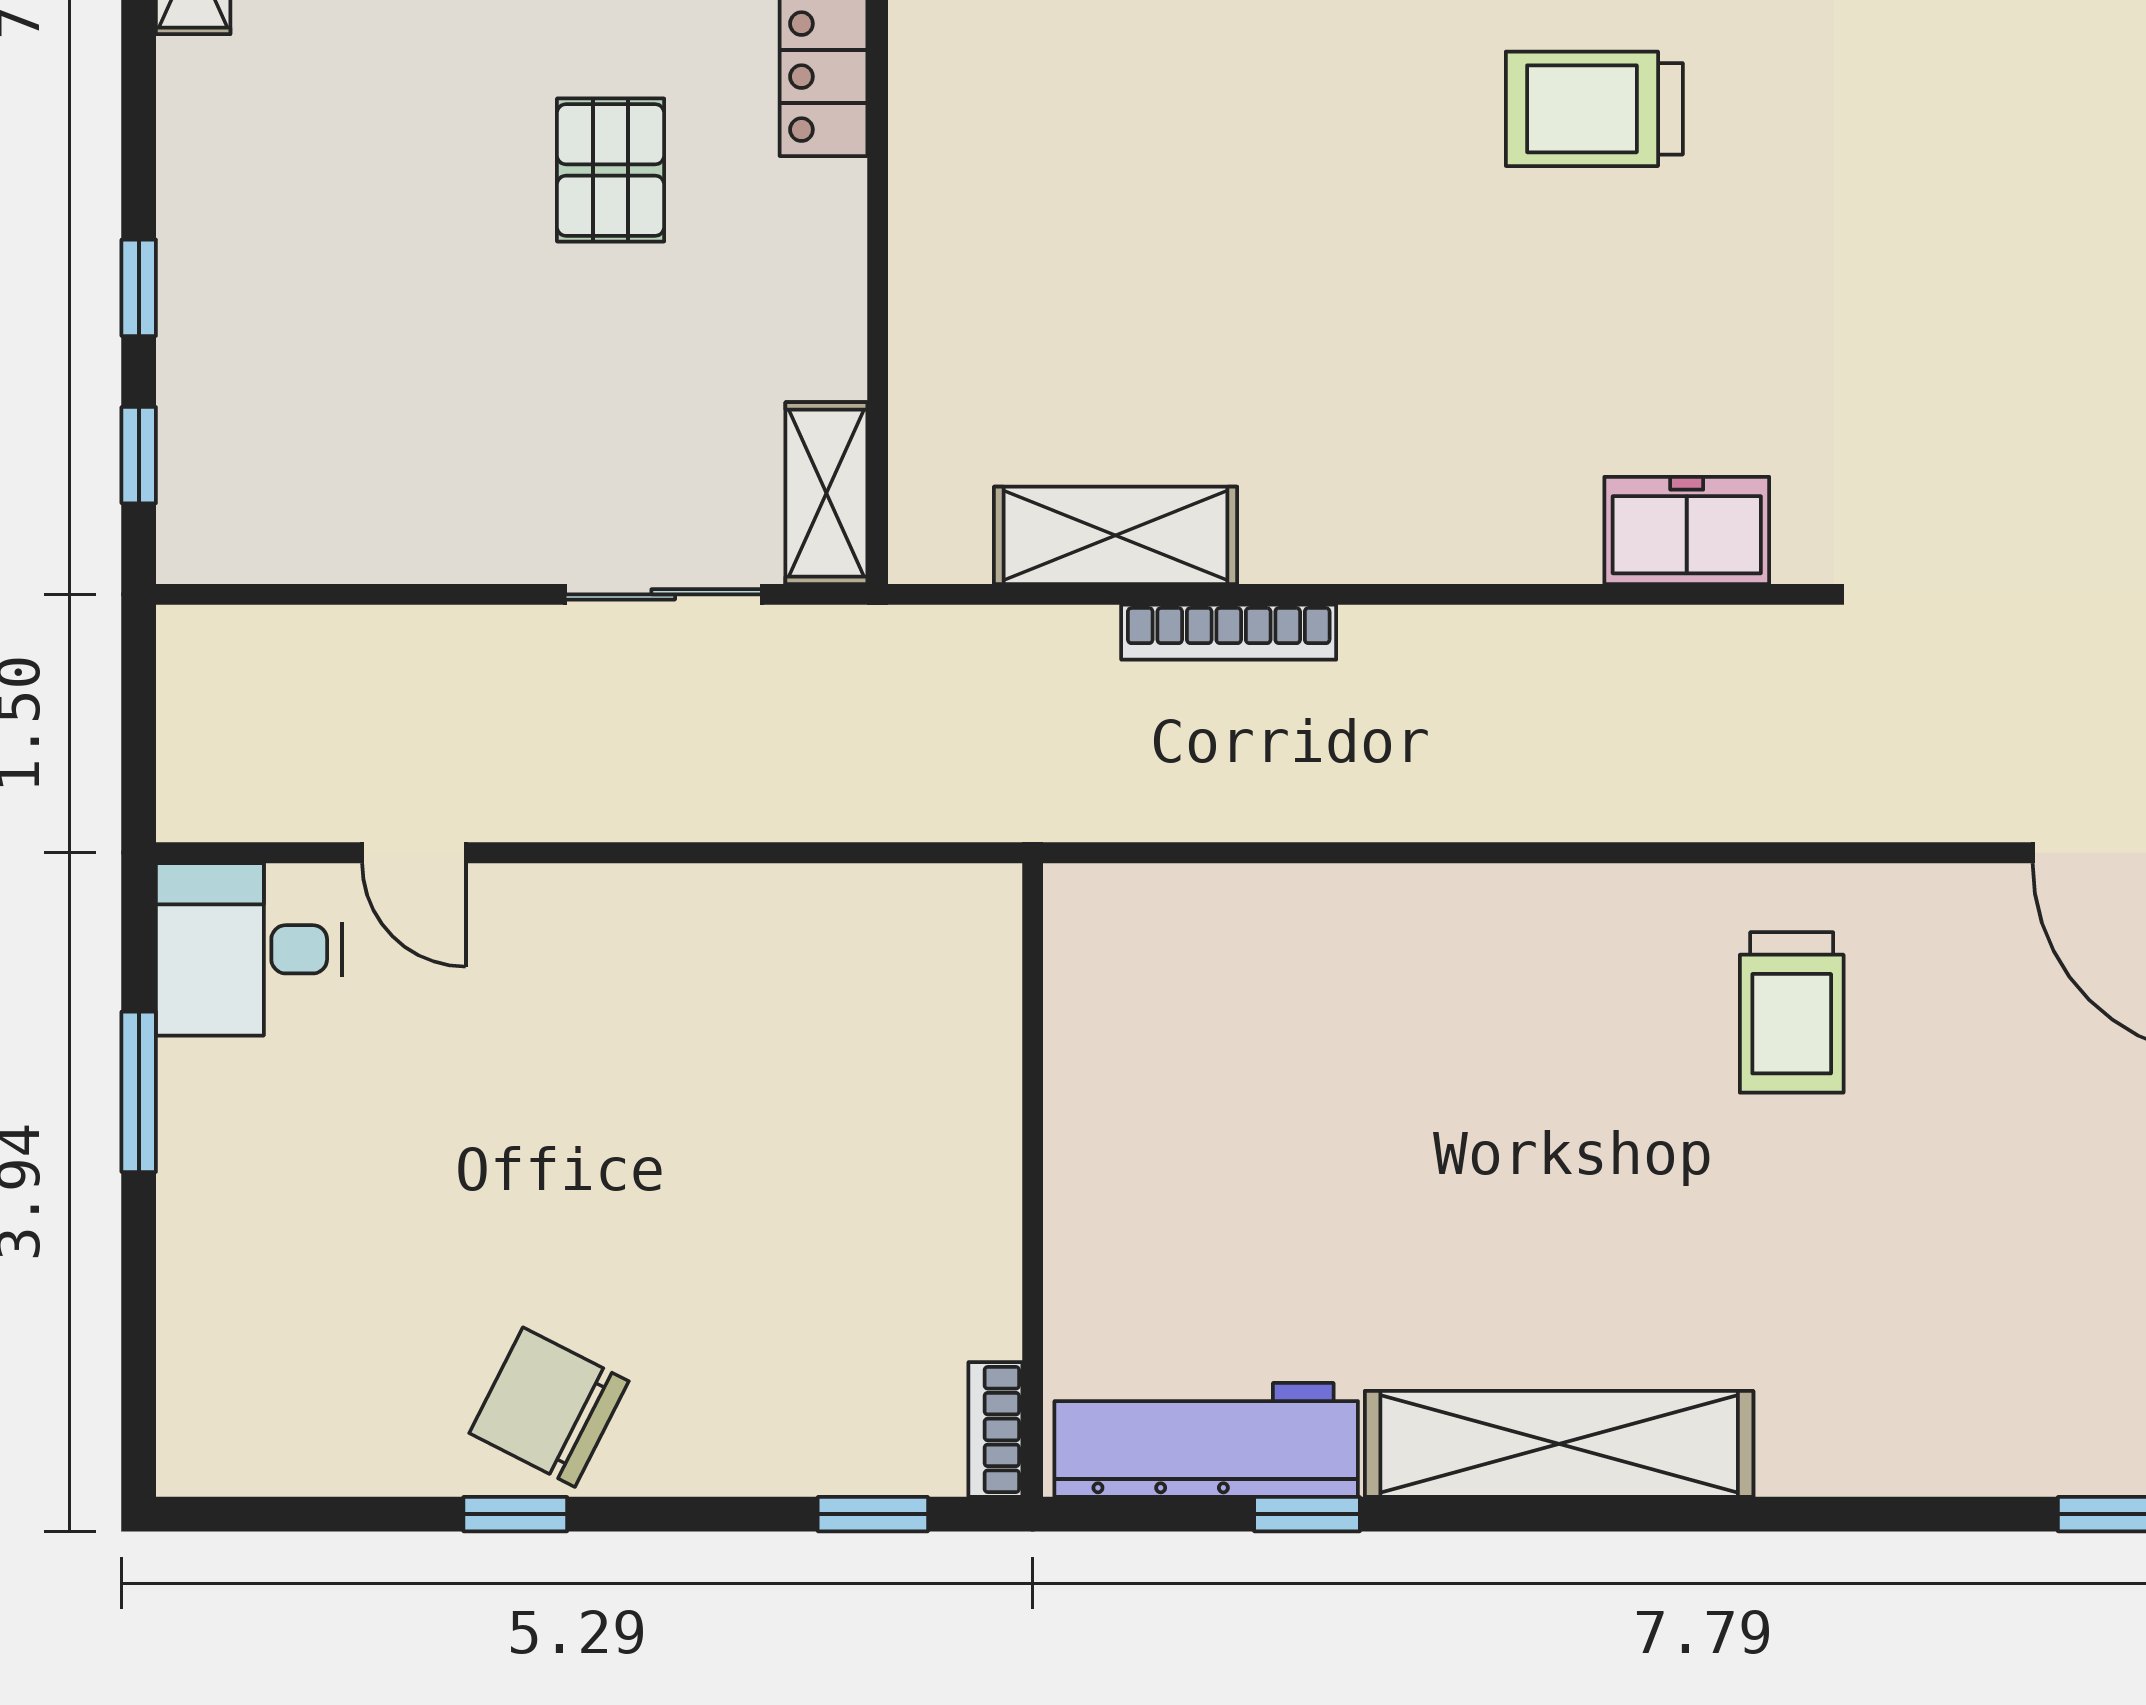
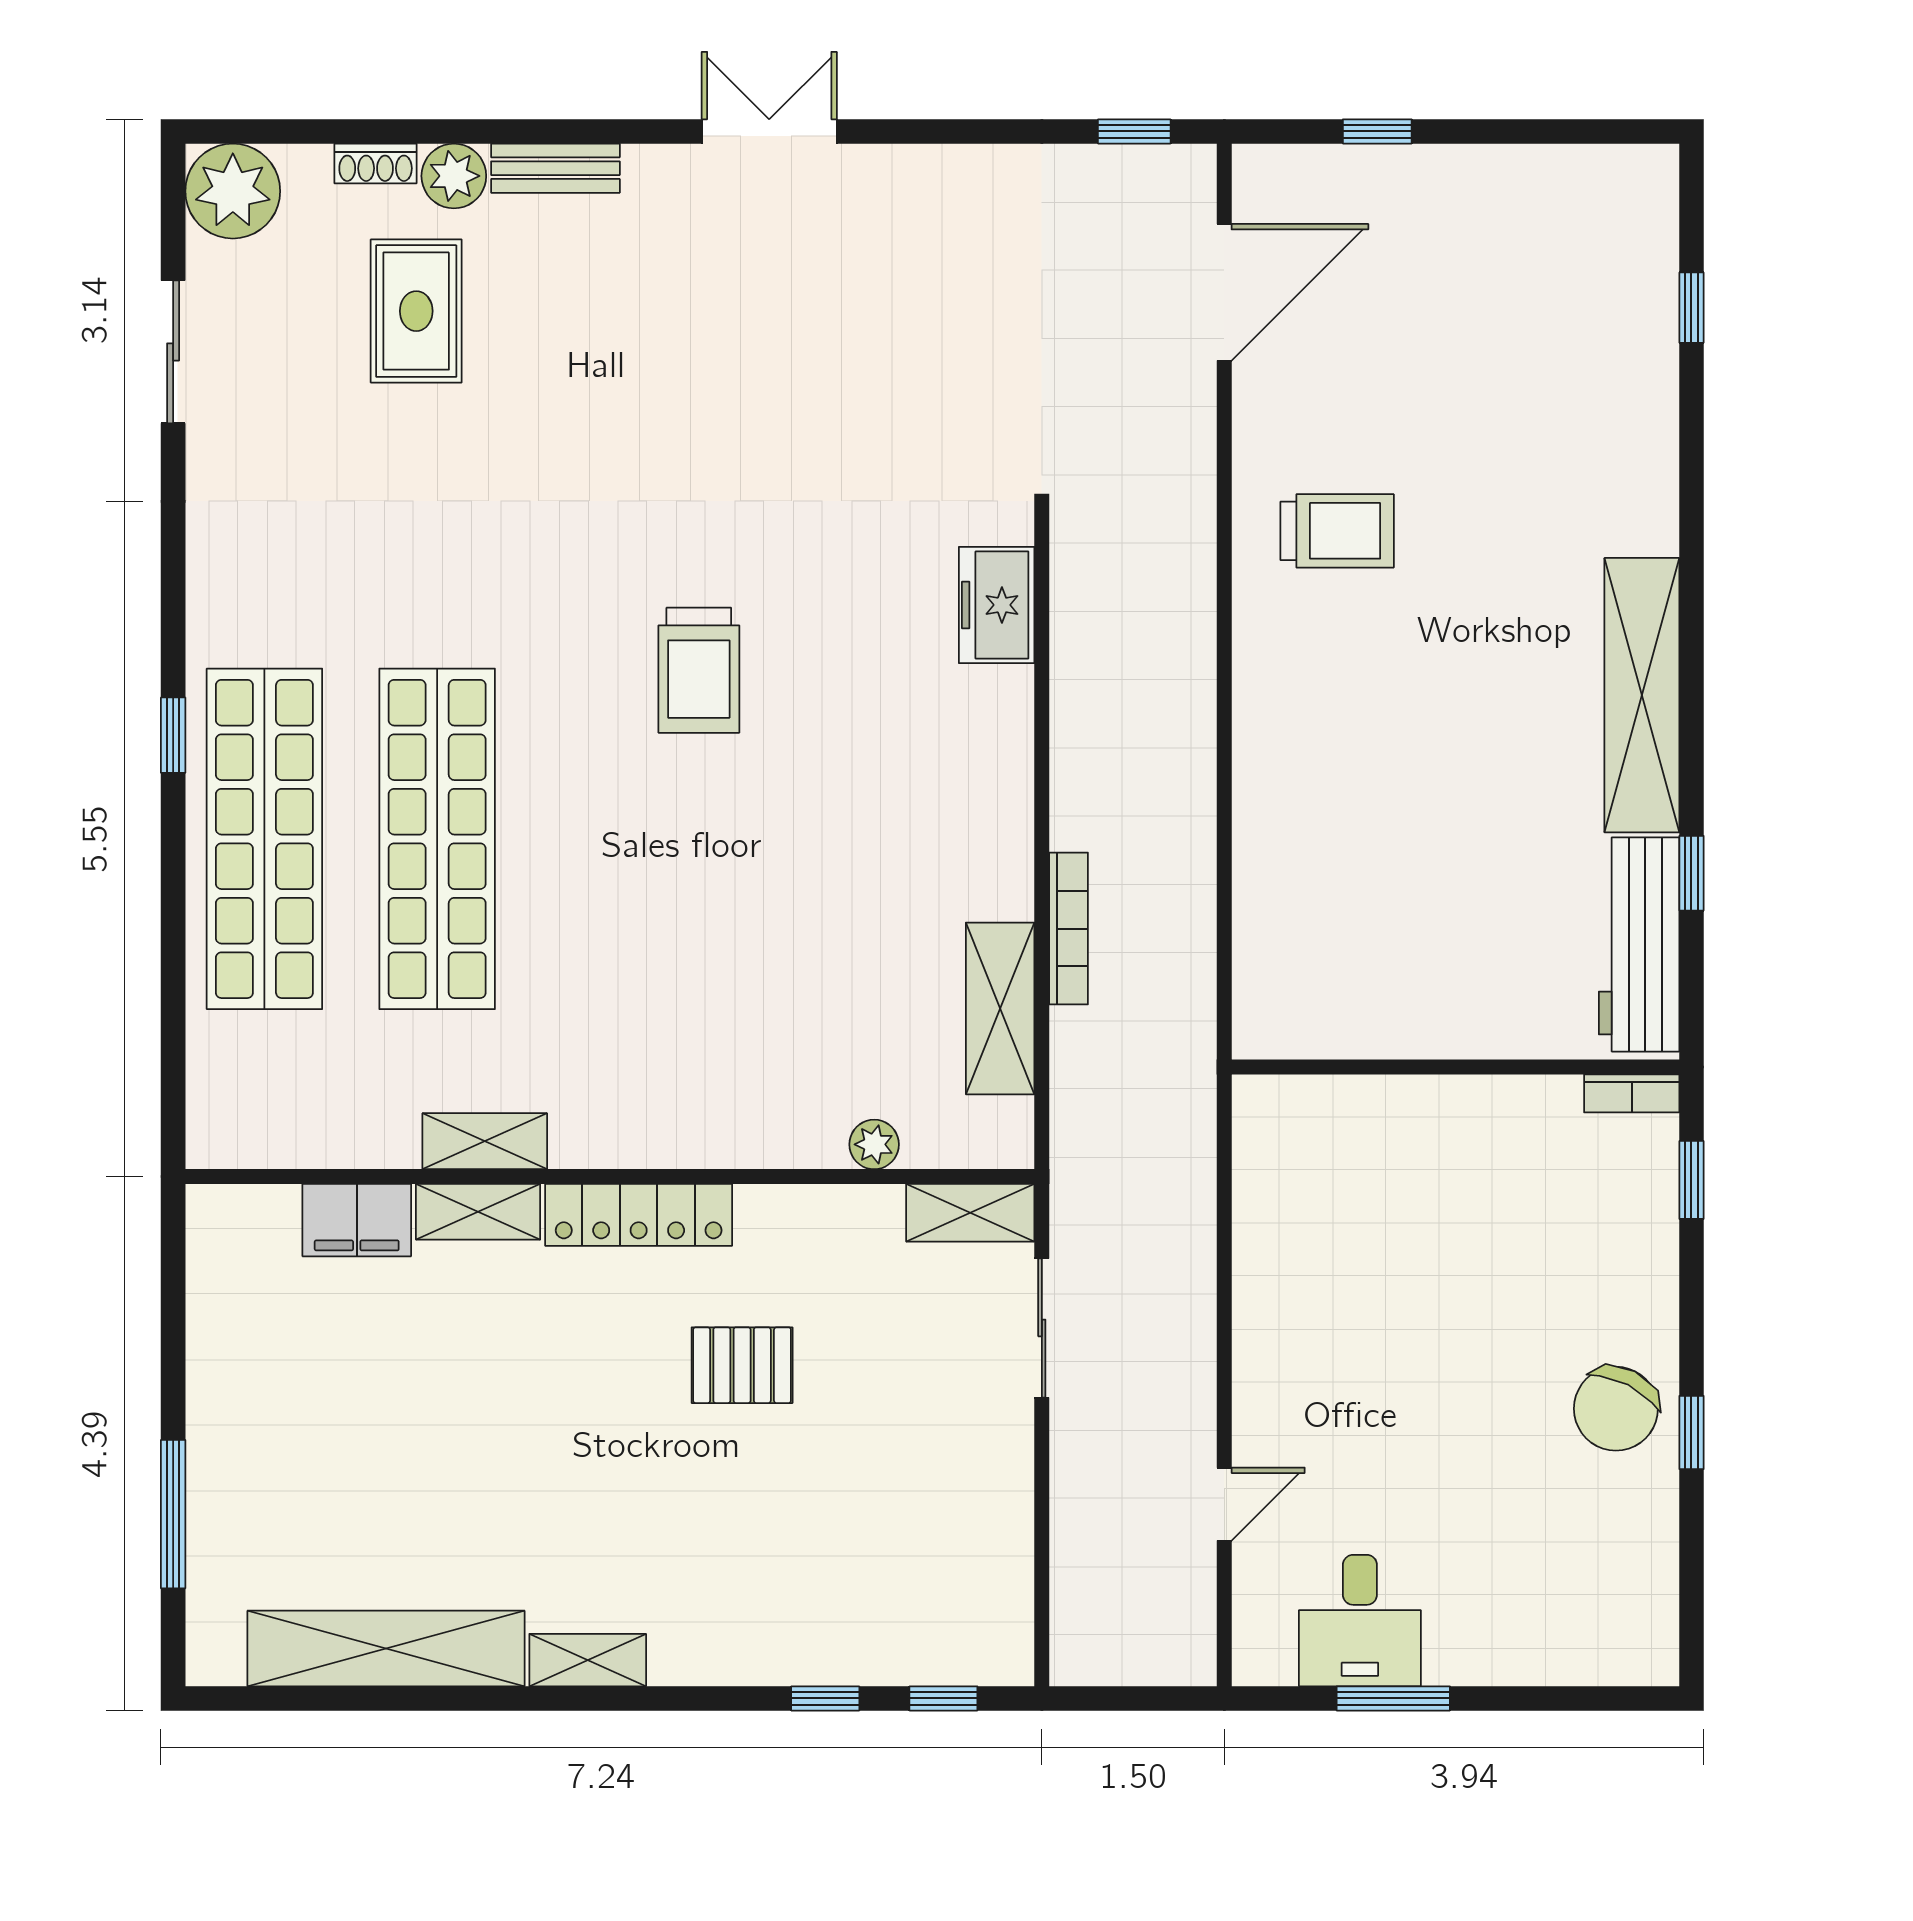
plant: (923, 357) -> (874, 1144), added
desk: (249, 949) -> (1360, 1621), moved

